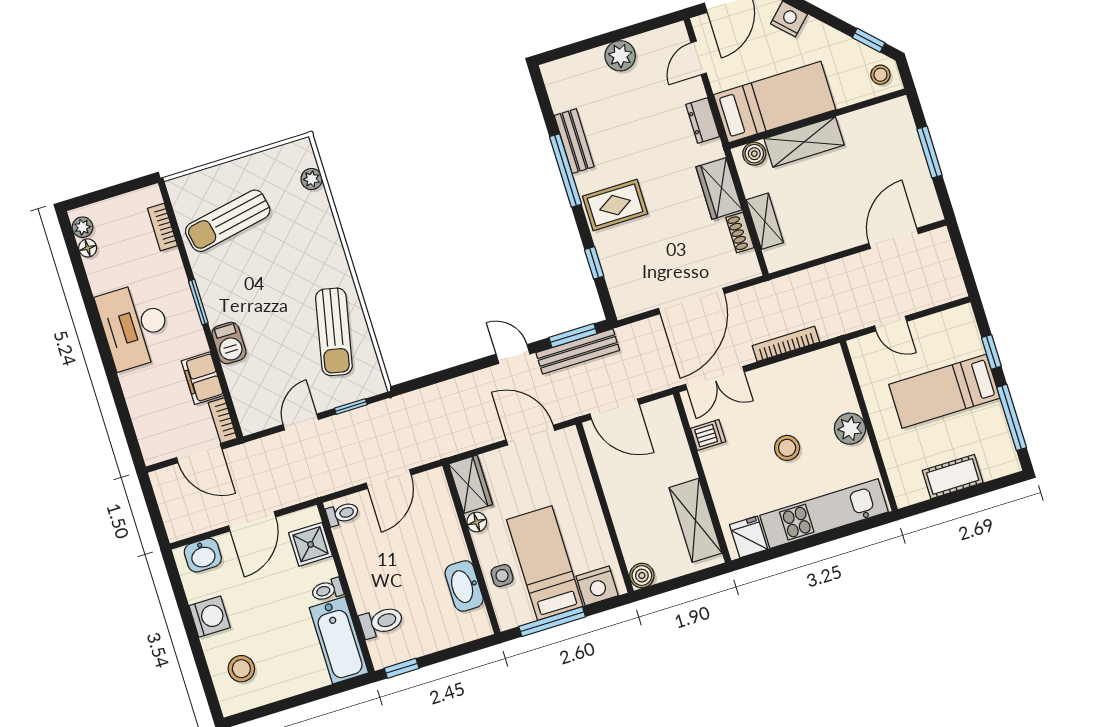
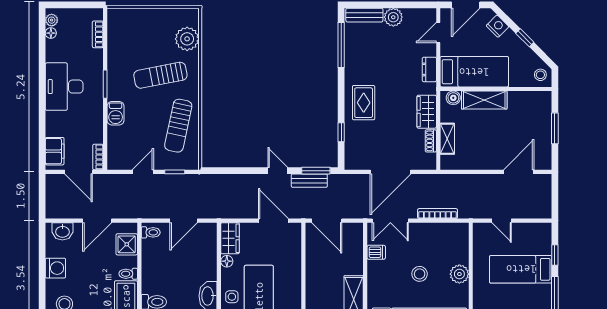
window: (869, 40) -> (525, 38), moved
bench: (574, 141) -> (364, 15), moved, turned 90
window: (566, 170) -> (341, 45), moved
plant: (312, 179) -> (187, 39), width x1.88, depth x1.88
rug: (615, 205) -> (364, 103), turned 90
sun lounger: (228, 221) -> (160, 75), moved
bench: (578, 351) -> (309, 181), width x0.73
filing cabinet: (203, 378) -> (55, 151), moved, turned 180

